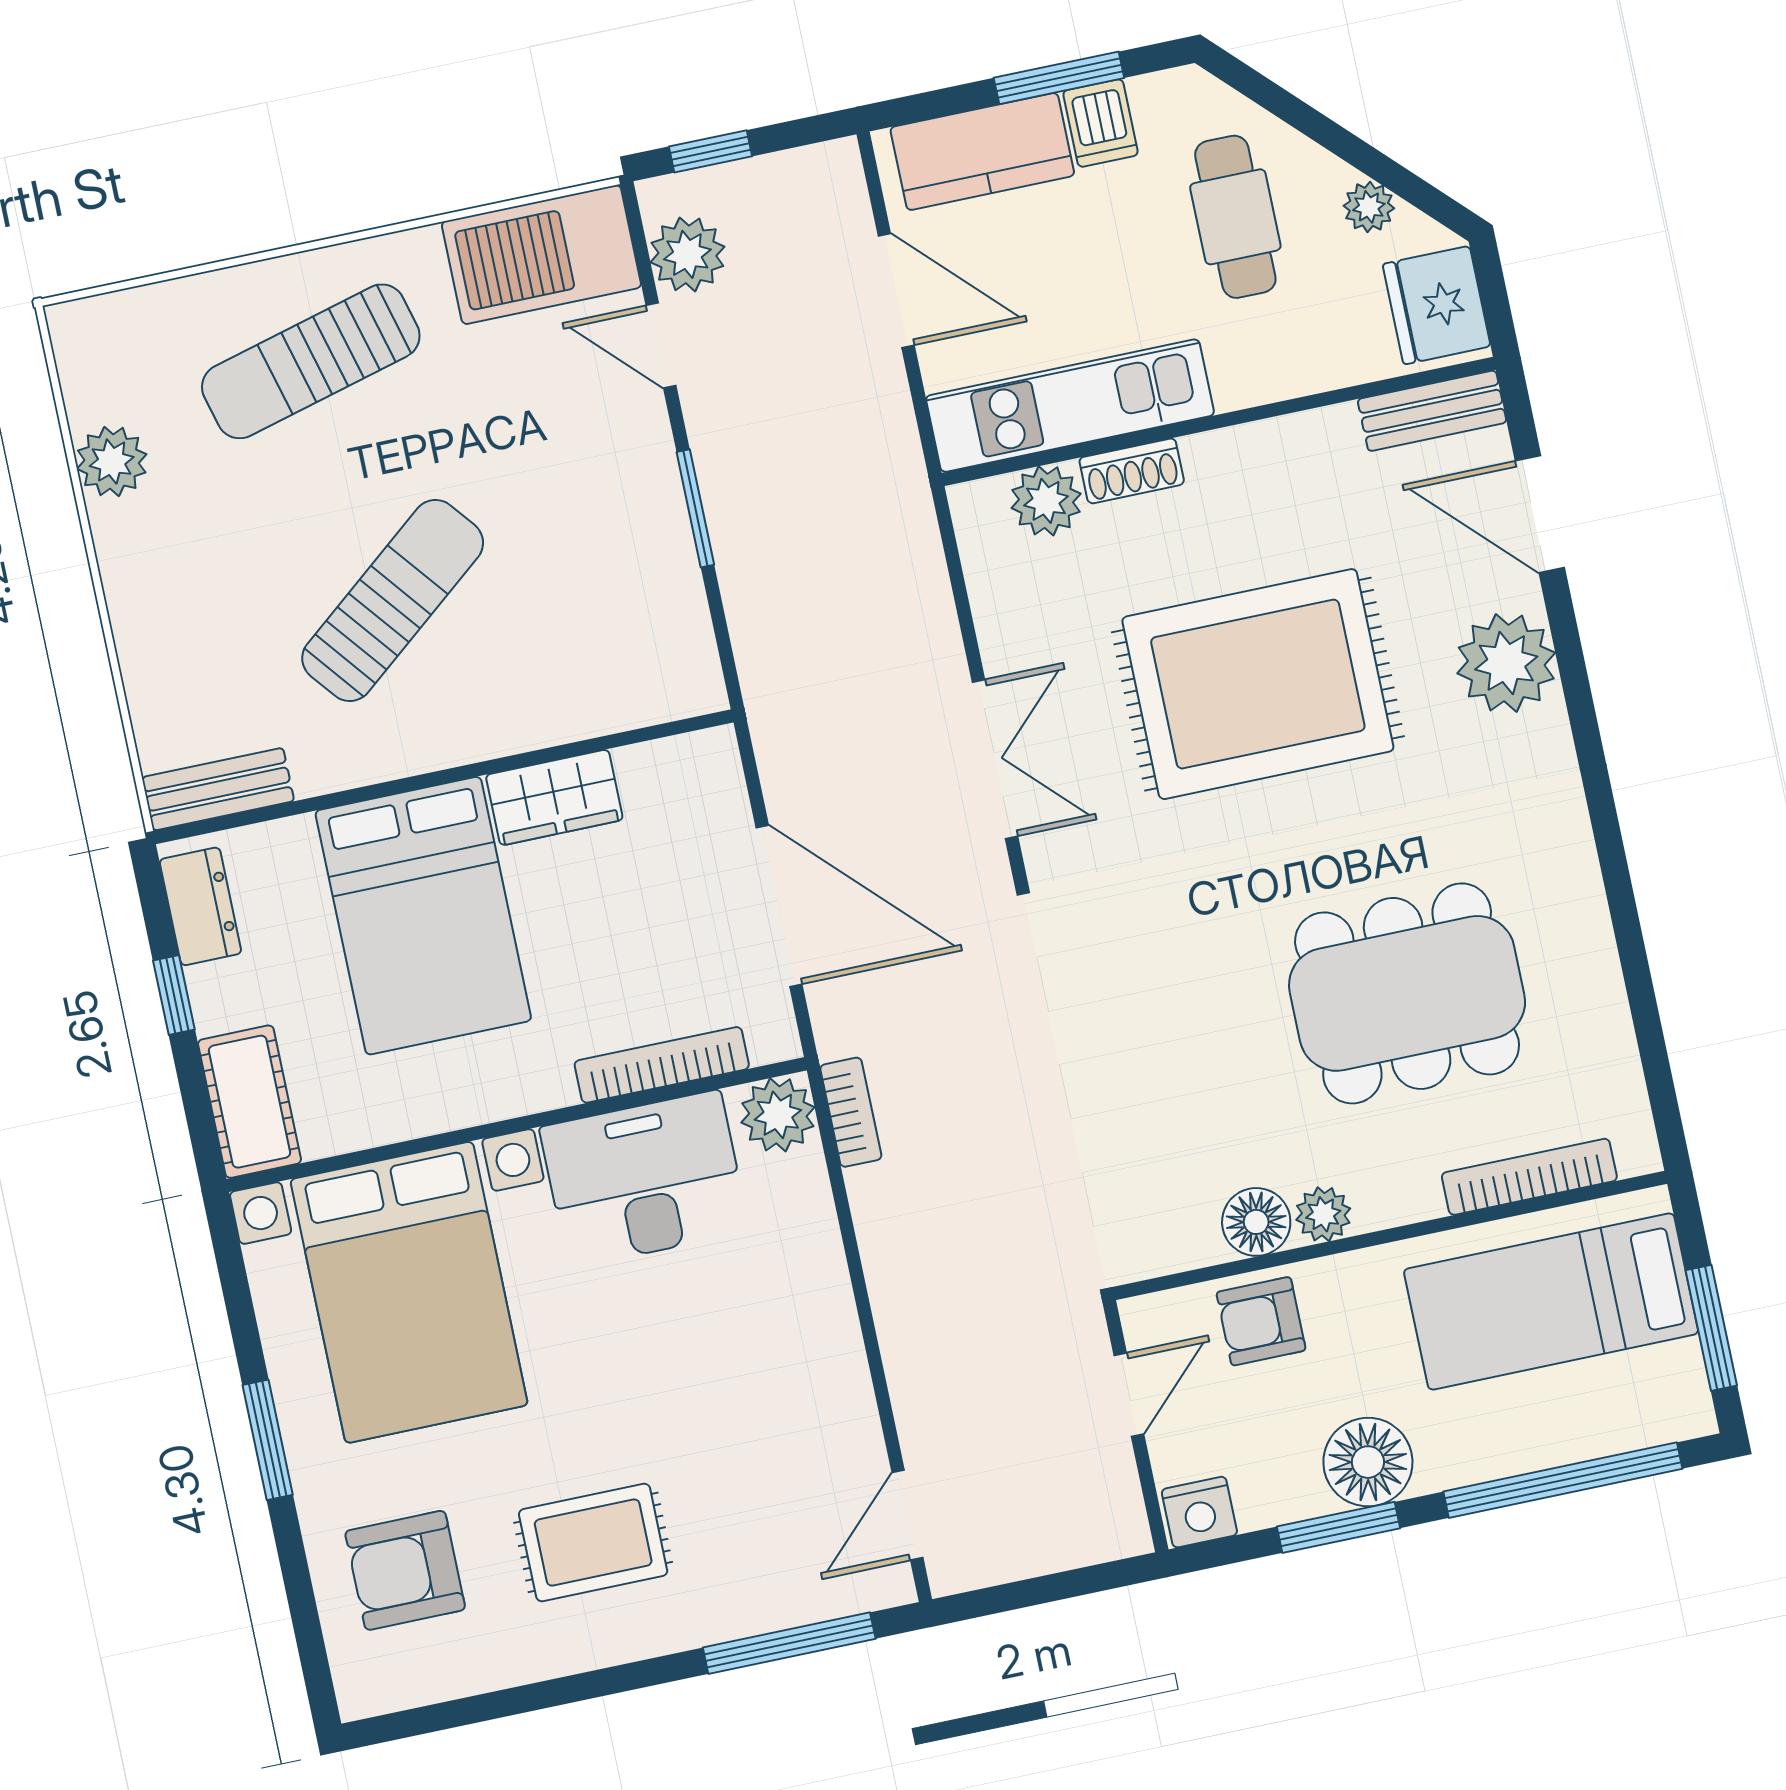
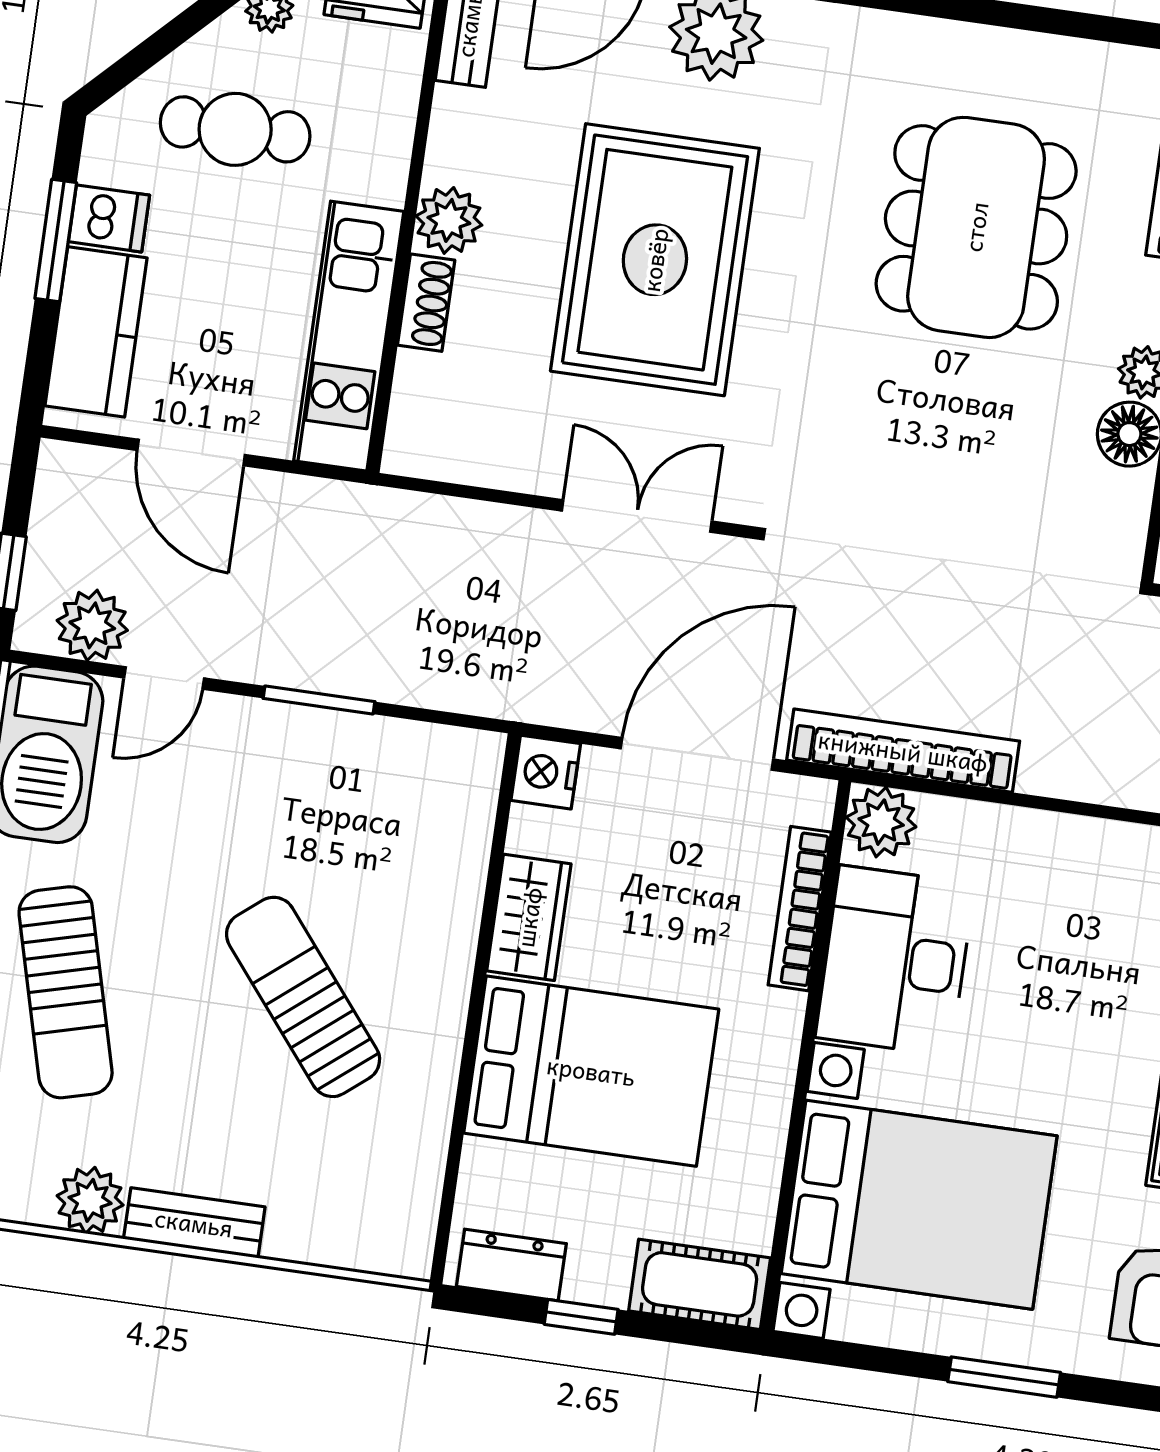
door: (896, 290) -> (191, 453), swing flipped
plant: (1046, 501) -> (449, 220), moved
nightstand: (706, 761) -> (546, 772), added
bench: (218, 789) -> (194, 1223), moved, turned 90
bookcase: (851, 1112) -> (903, 751), width x2.31, depth x1.31

